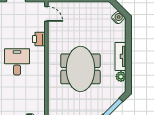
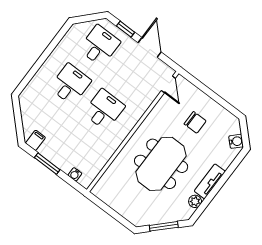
chair: (82, 25) -> (195, 122), added
printer: (39, 39) -> (142, 104), removed

